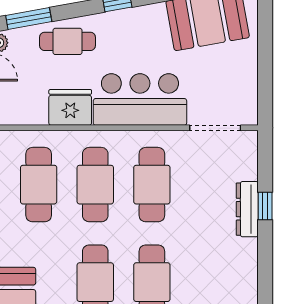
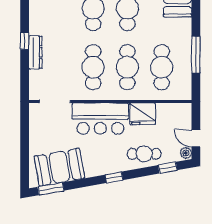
window: (29, 18) -> (168, 168), width x0.67
window: (265, 206) -> (25, 41), moved

